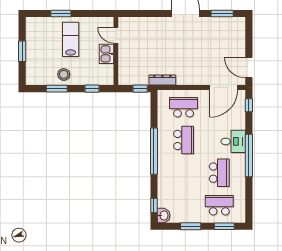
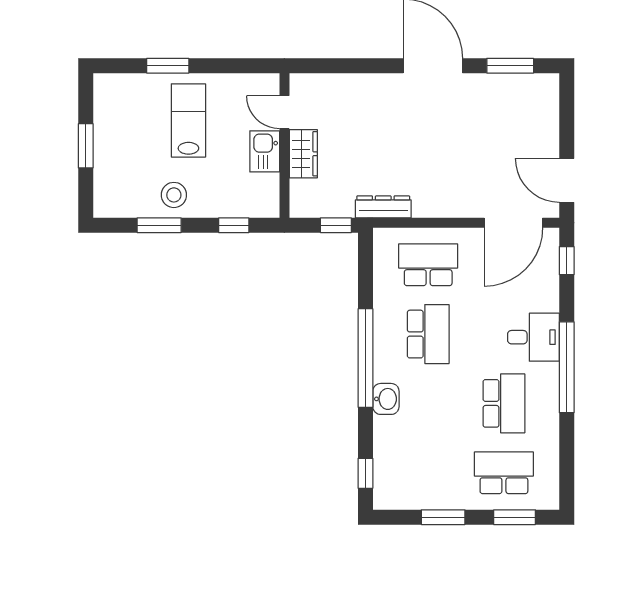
wardrobe: (125, 55) -> (303, 154), added
washbasin: (164, 215) -> (386, 399), moved

